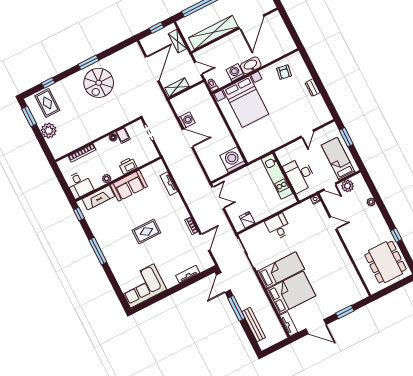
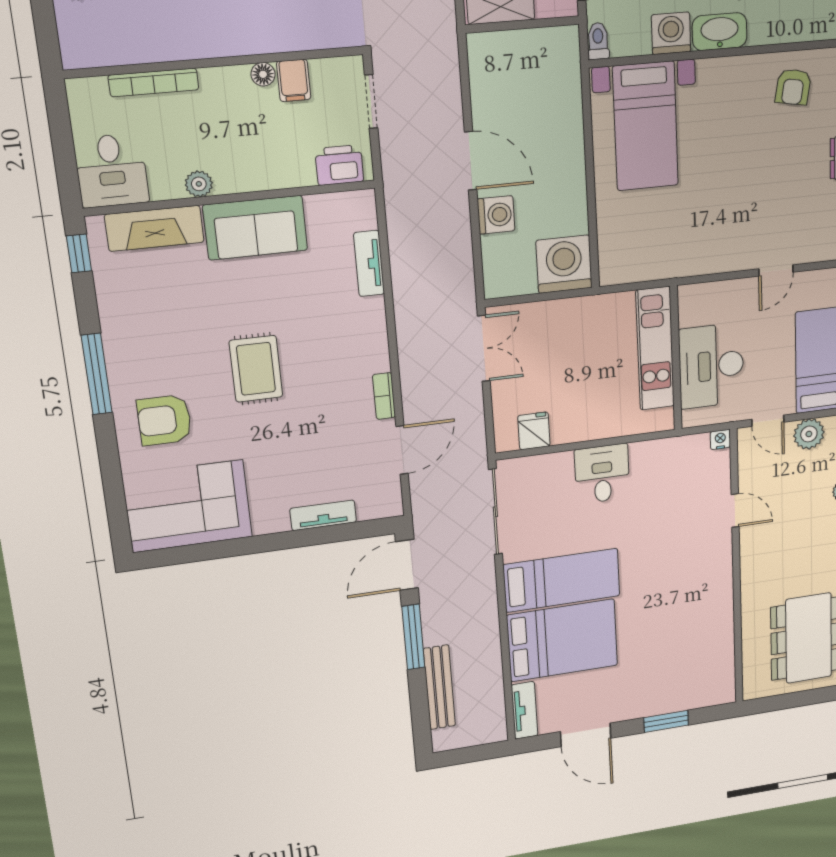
bed with nightstands: (246, 102) -> (646, 126), width x0.73
washing machine: (187, 120) -> (496, 215), moved
printer: (128, 166) -> (339, 165), moved
rug: (146, 231) -> (256, 369), turned 90
armchair: (124, 259) -> (164, 420), added

